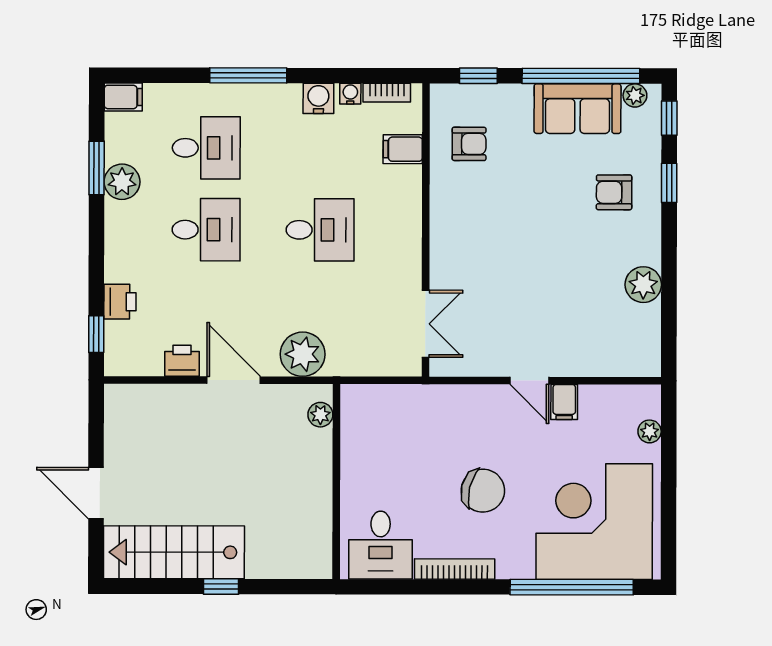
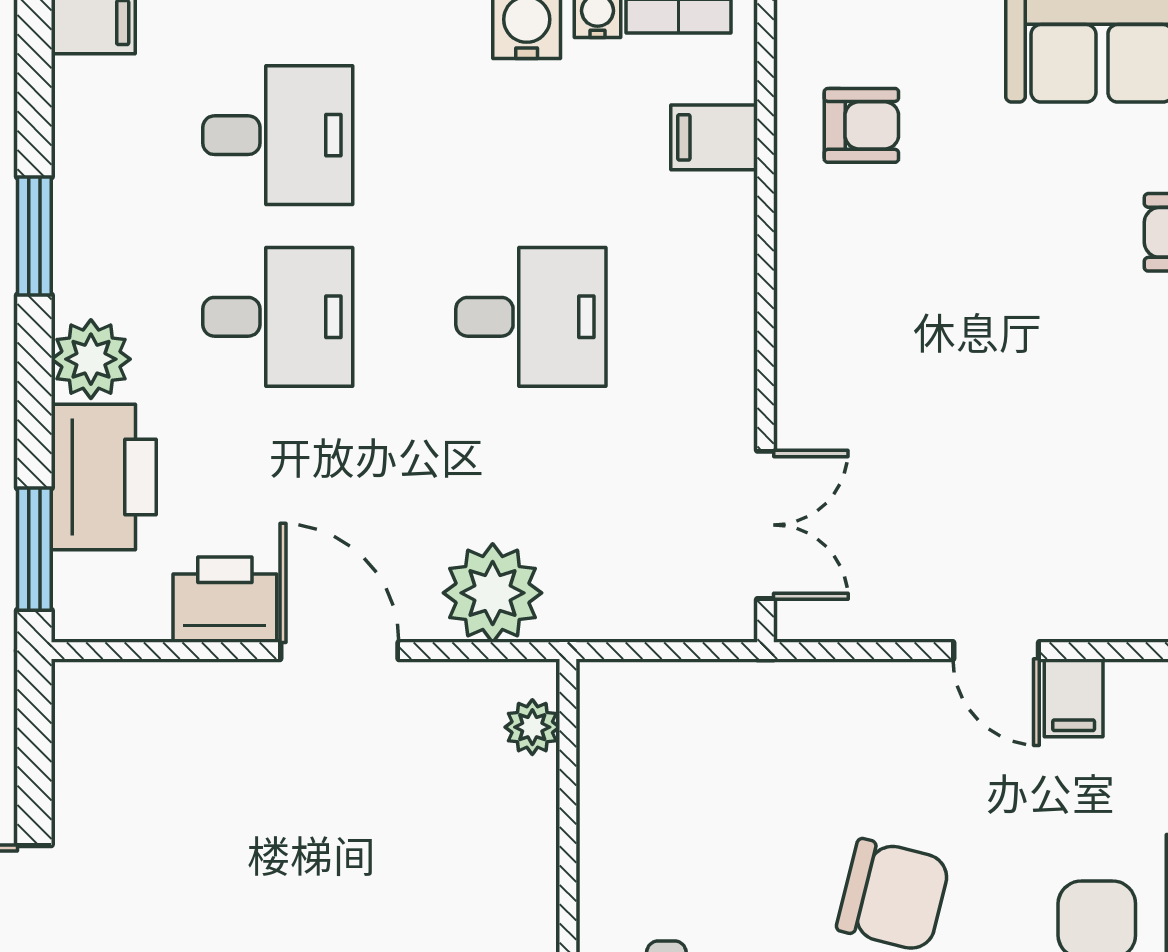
window: (97, 168) -> (34, 236), moved
plant: (122, 182) -> (91, 359), moved
printer: (120, 302) -> (104, 477), width x1.87, depth x1.48
window: (96, 334) -> (34, 549), width x1.50
printer: (182, 361) -> (225, 600), width x1.36, depth x1.24

